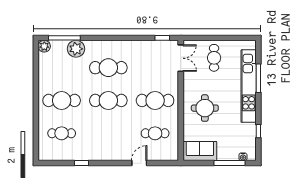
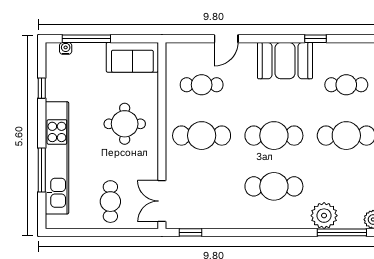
booth: (101, 149) -> (285, 61), added

